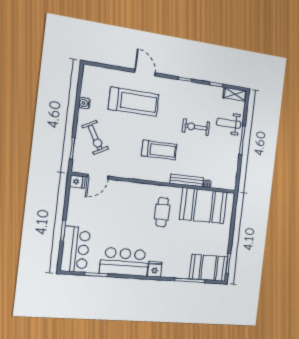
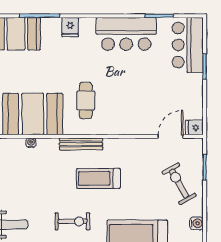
exercise bike: (196, 127) -> (73, 221), moved
bench: (187, 181) -> (81, 144), moved
fridge: (155, 269) -> (70, 27), moved

